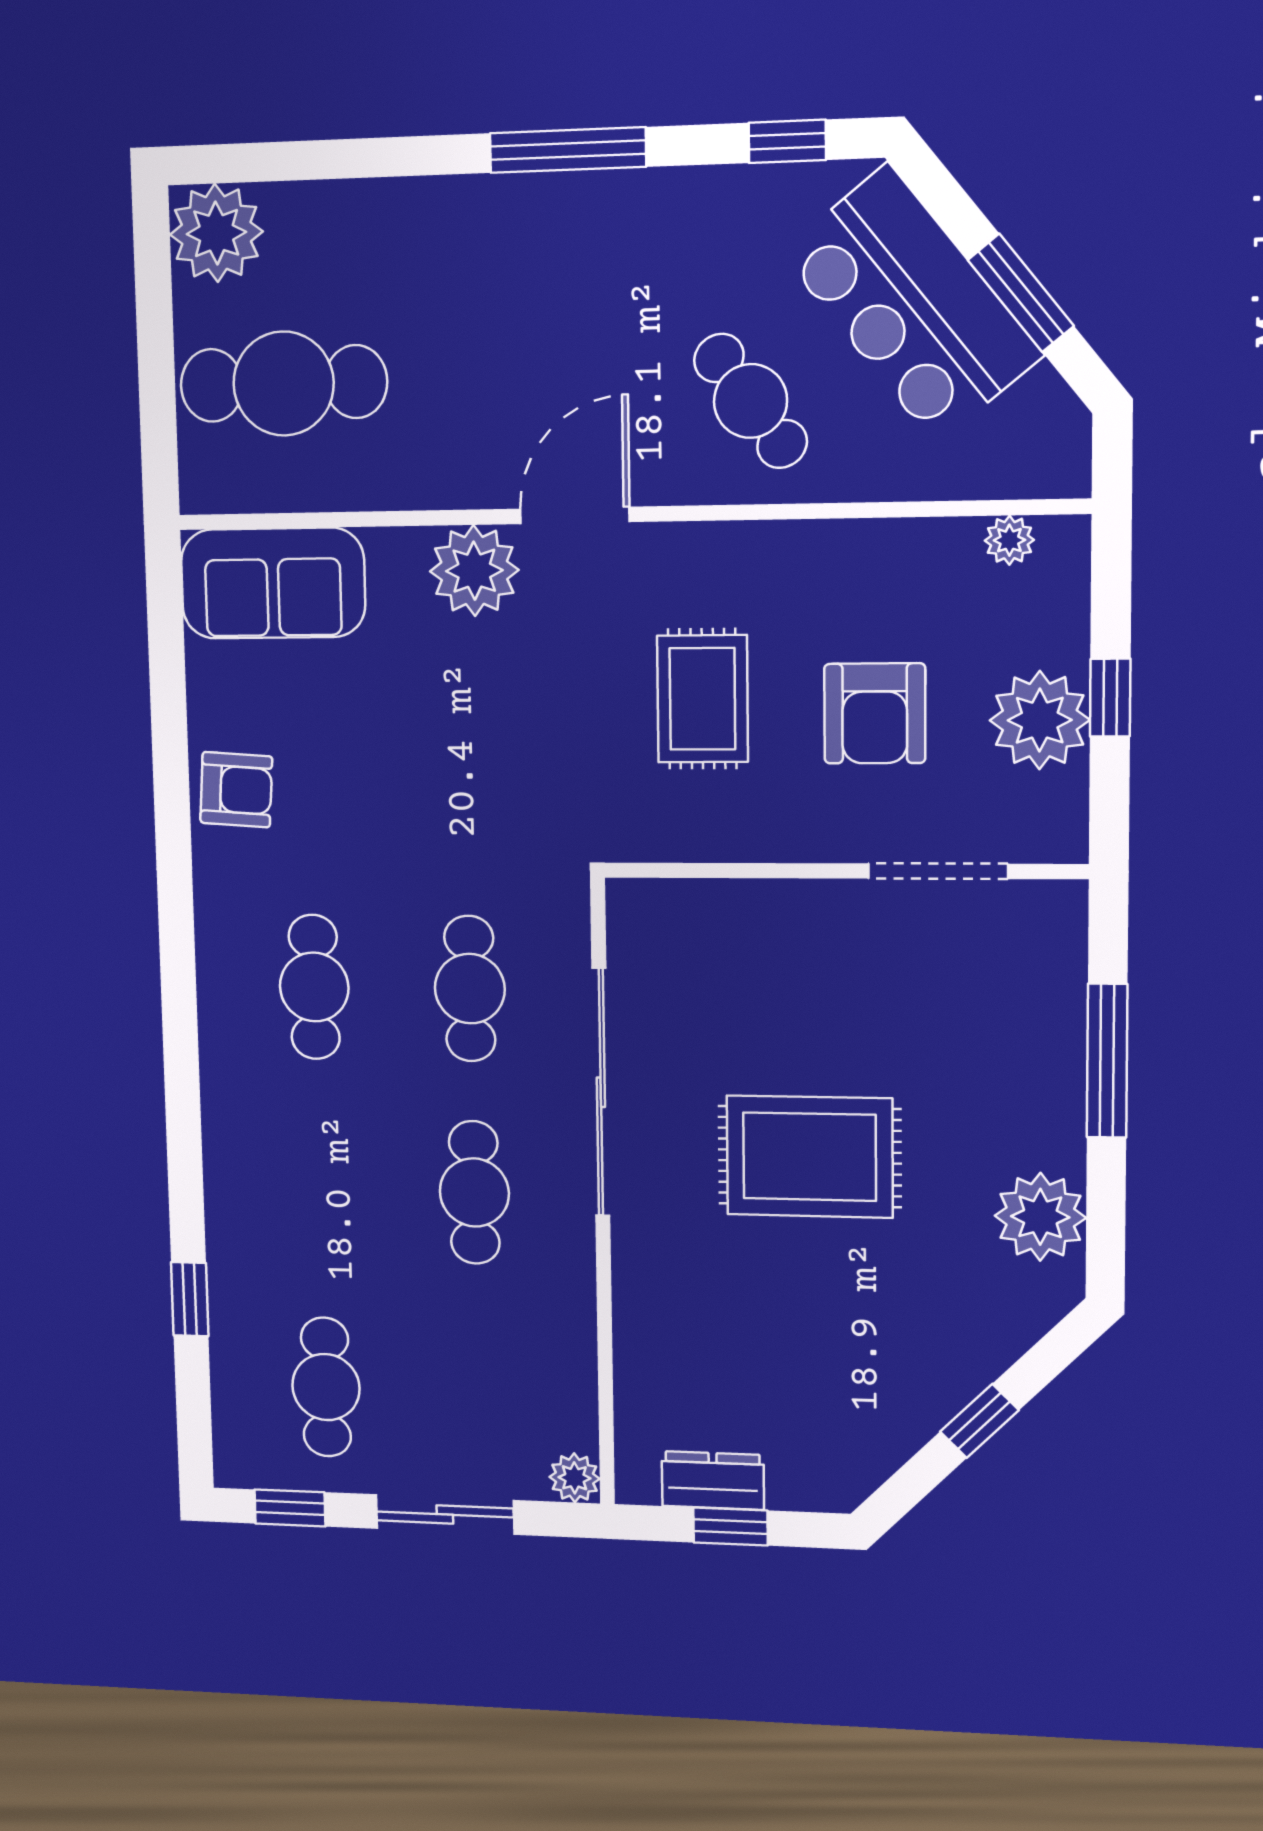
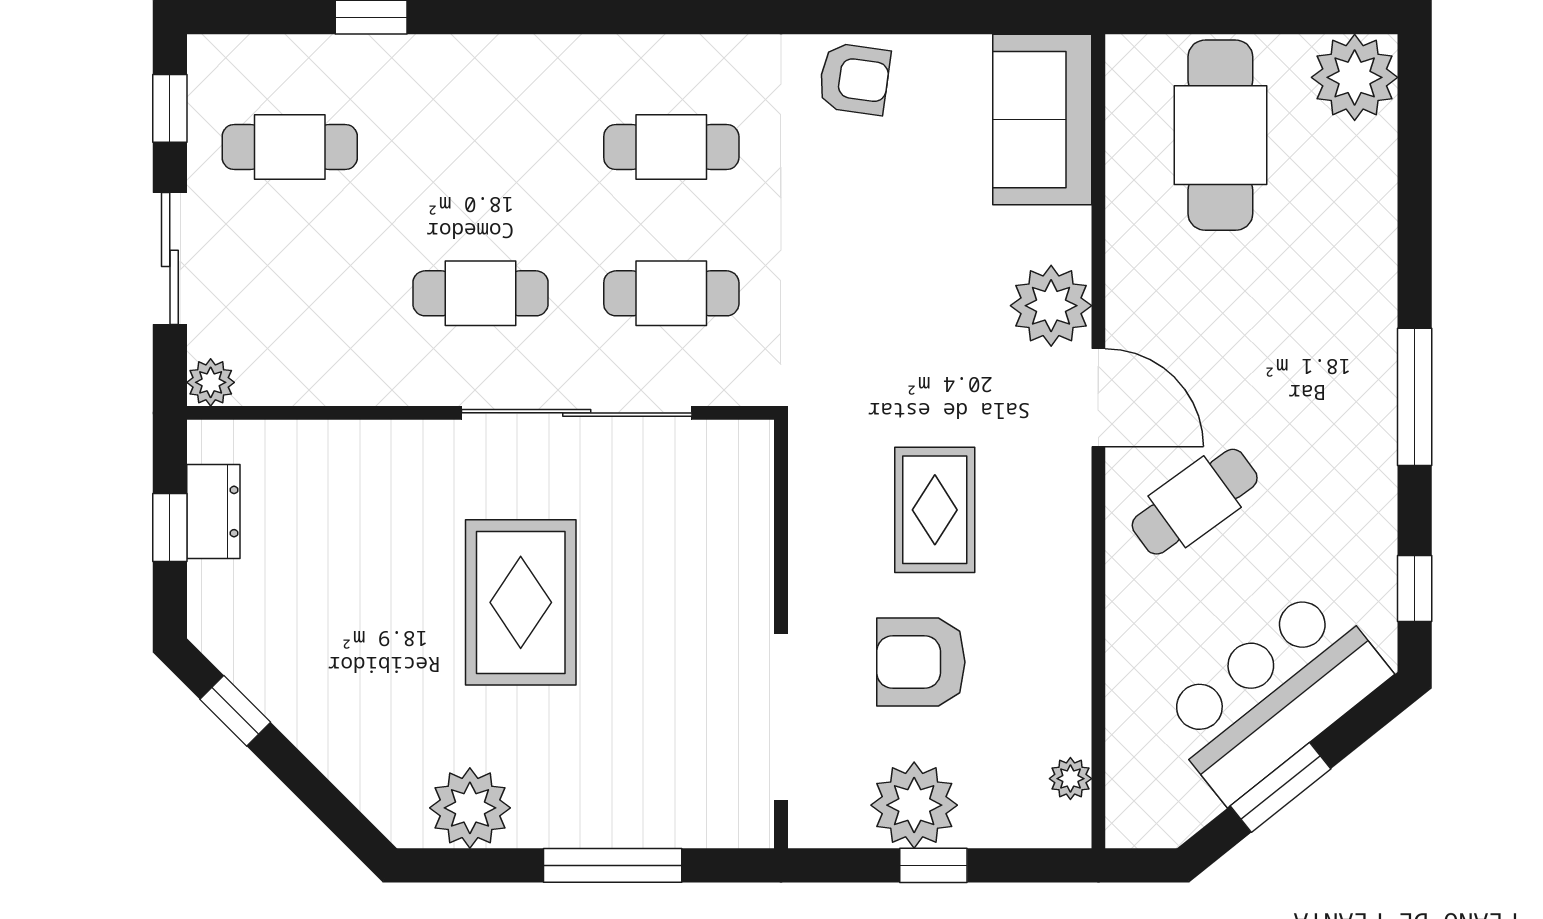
cafe table: (751, 401) -> (1195, 502), moved
rug: (702, 699) -> (935, 510), turned 90
armchair: (236, 790) -> (854, 79), turned -86
doorway: (938, 871) -> (781, 717), width x1.36
window: (979, 1421) -> (235, 711), moved

